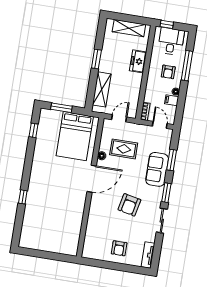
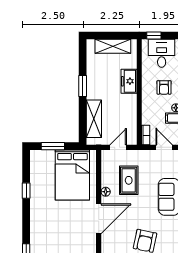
window: (34, 130) -> (26, 191), moved
rug: (124, 149) -> (129, 180), turned 90

